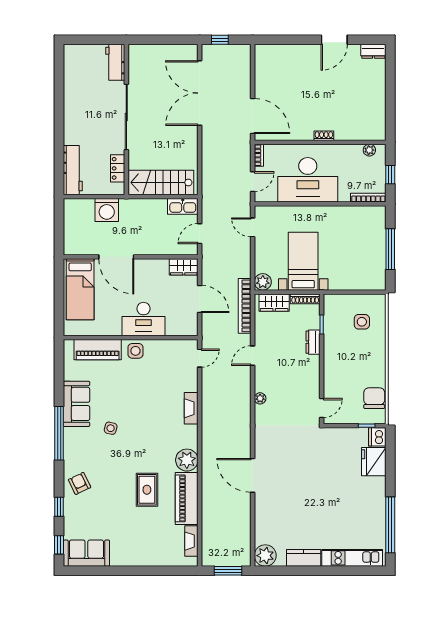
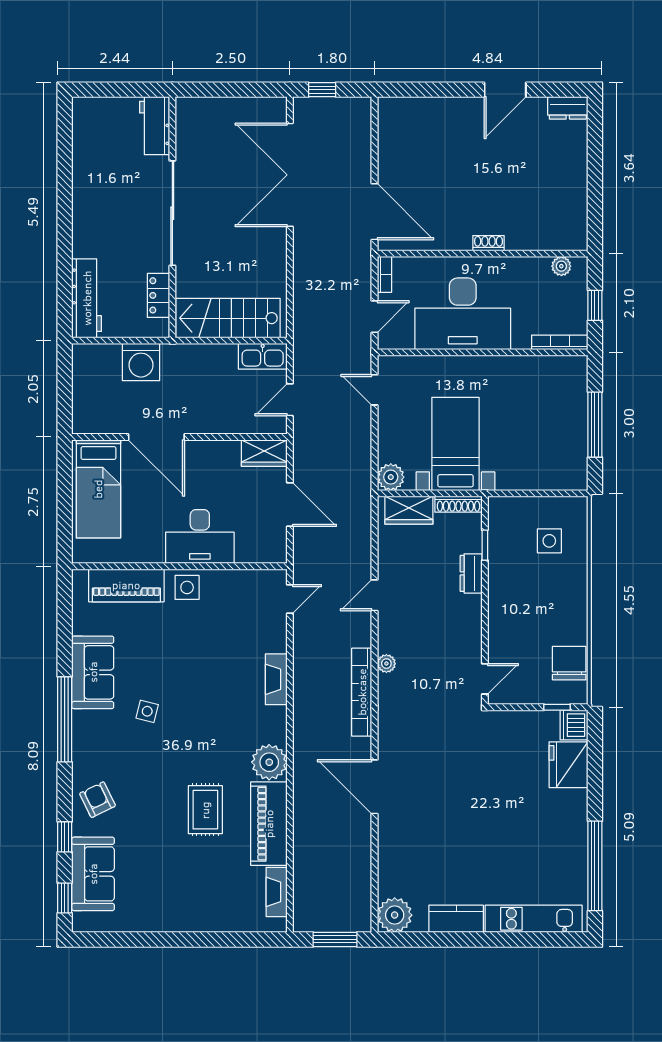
bookcase: (245, 306) -> (362, 692), moved
sofa: (86, 553) -> (93, 874), moved, turned 90

